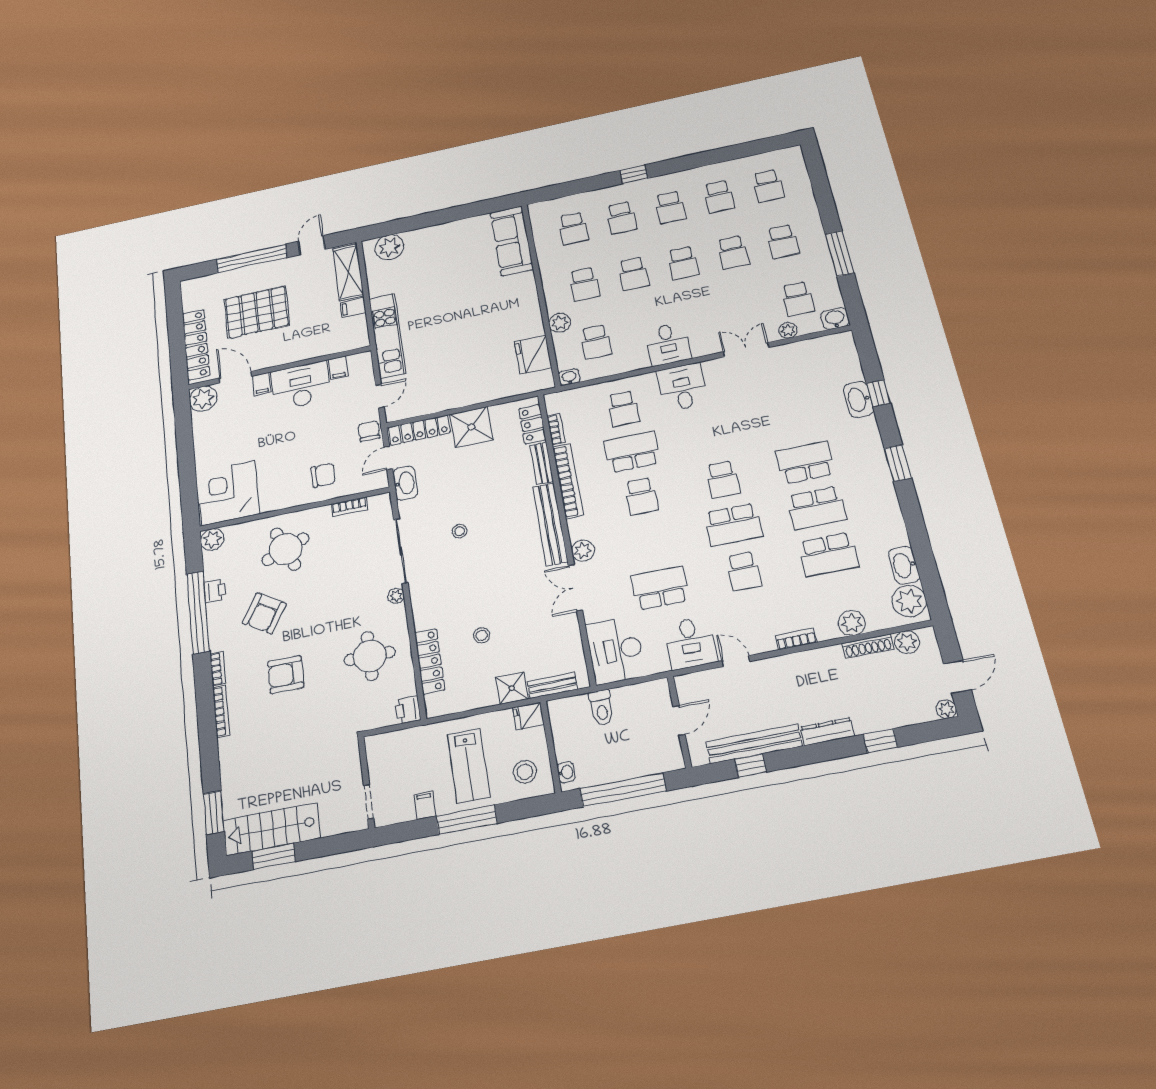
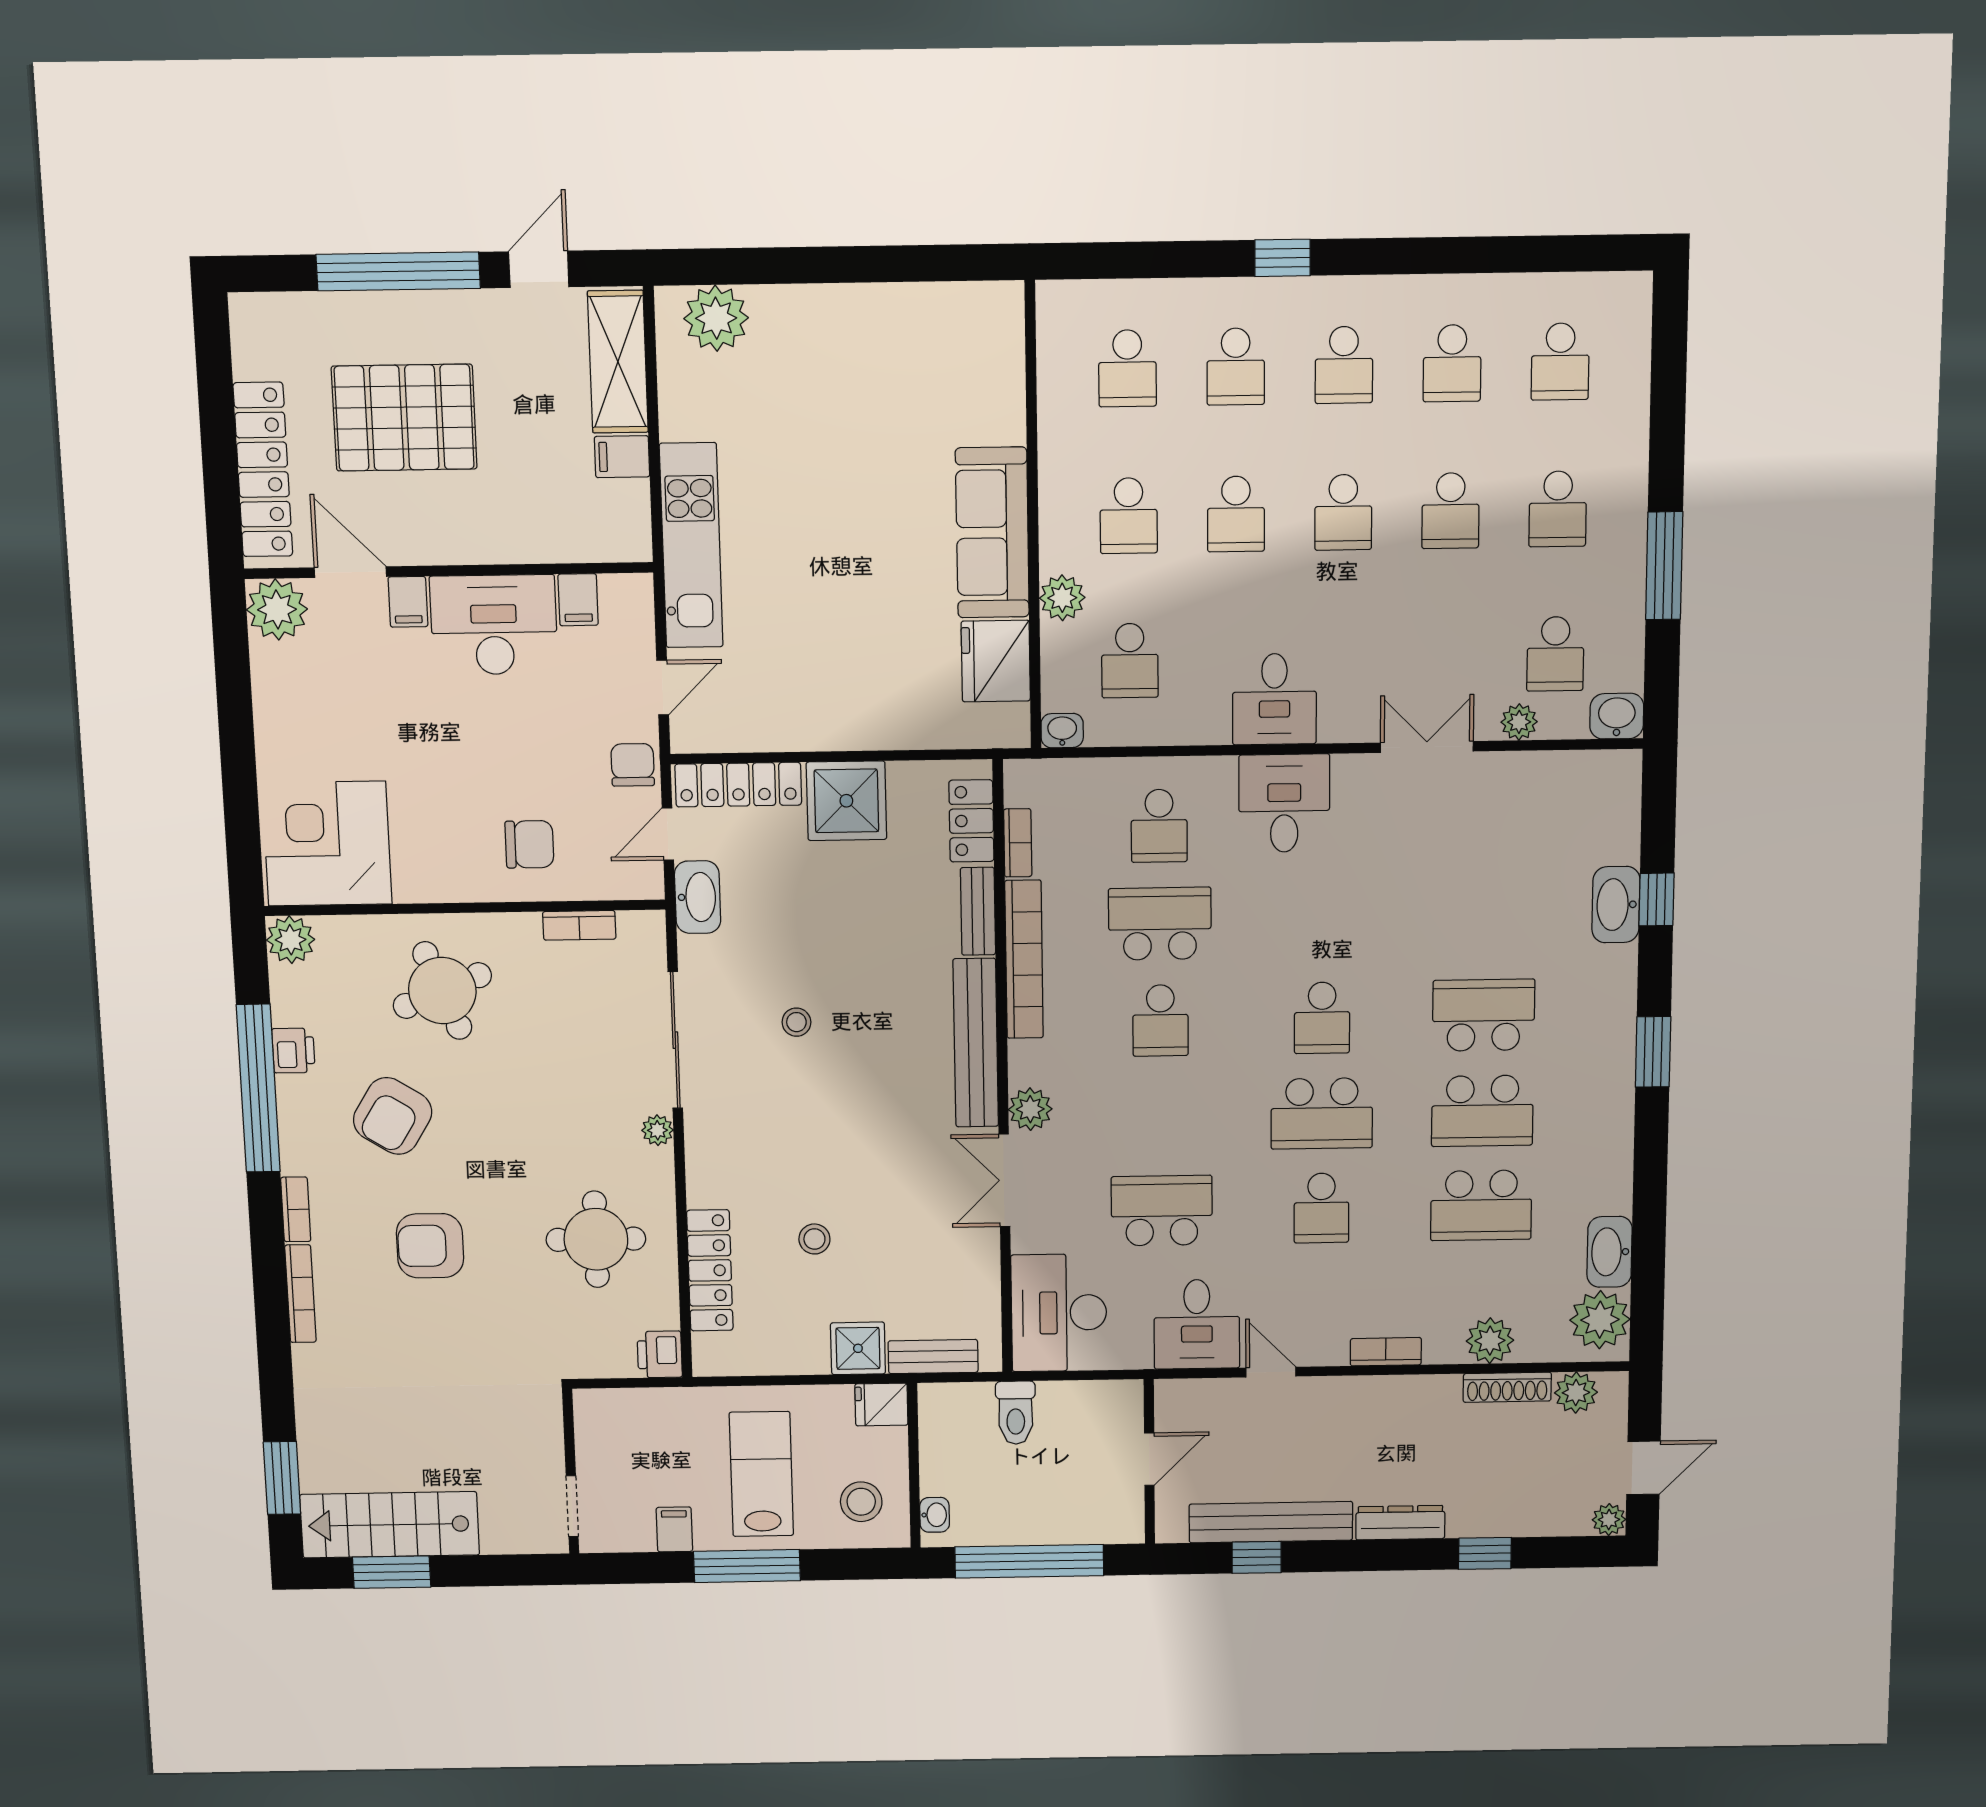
sofa: (512, 241) -> (992, 533), moved
lab bench: (469, 766) -> (761, 1474), turned 180

